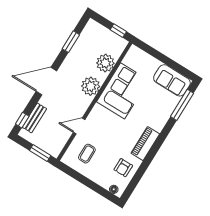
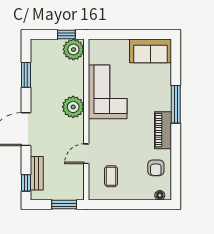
plant: (105, 63) -> (73, 49), moved
window: (182, 105) -> (176, 104), moved

